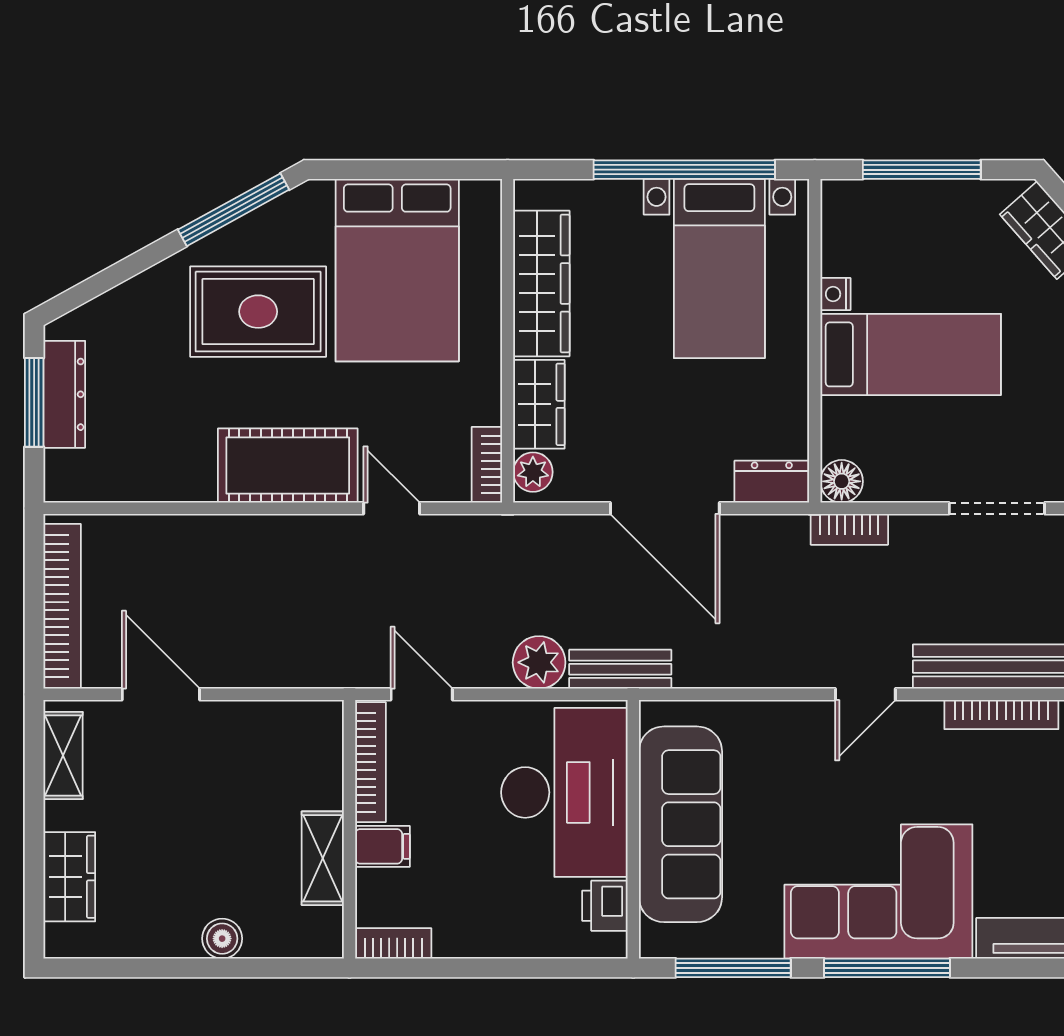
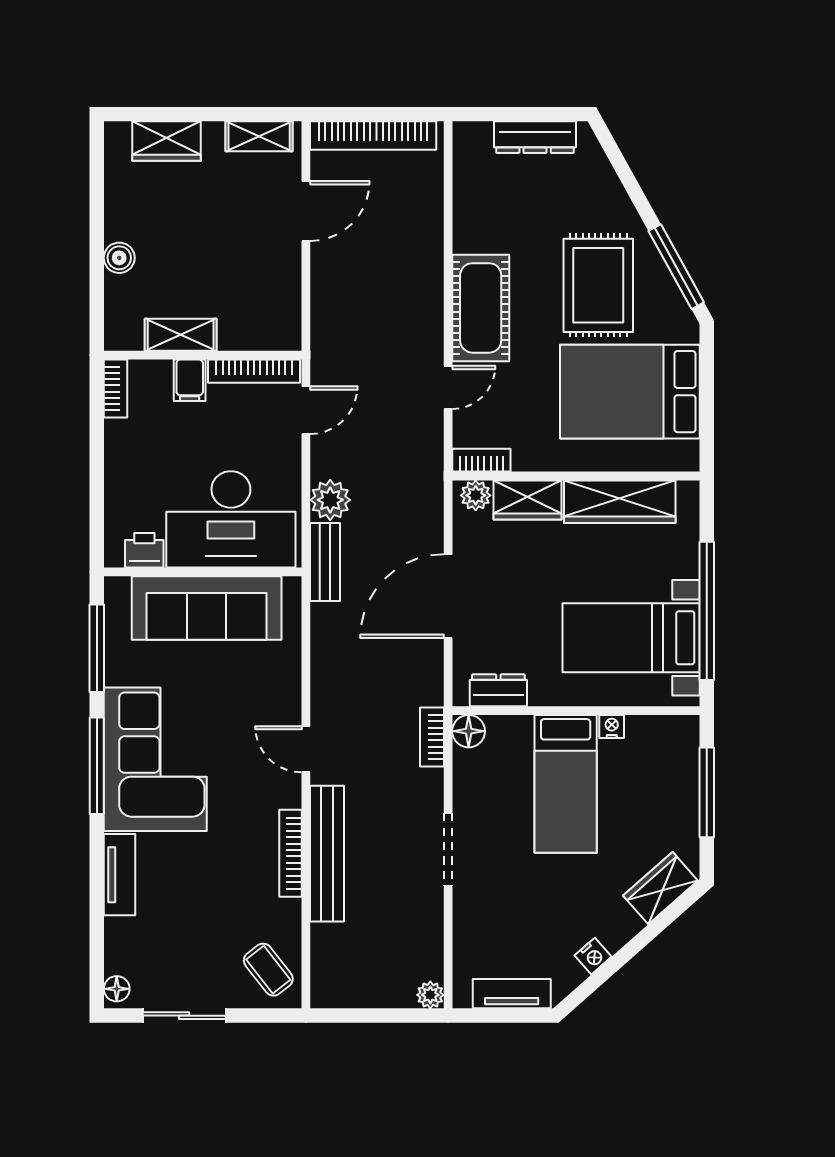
window: (34, 402) -> (529, 114), removed
dresser: (772, 482) -> (498, 690), moved, turned -90

